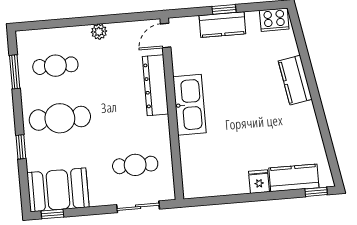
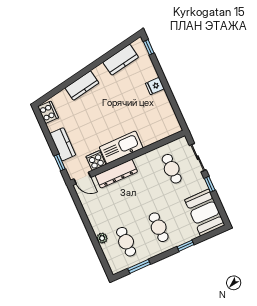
window: (224, 9) -> (60, 162), moved
plant: (99, 32) -> (102, 238), moved
cooker: (183, 63) -> (96, 161), added
cafe table: (60, 118) -> (159, 227), width x0.73, depth x0.74
kitchen counter: (294, 178) -> (121, 60), moved, turned -100
window: (52, 214) -> (210, 184), moved

